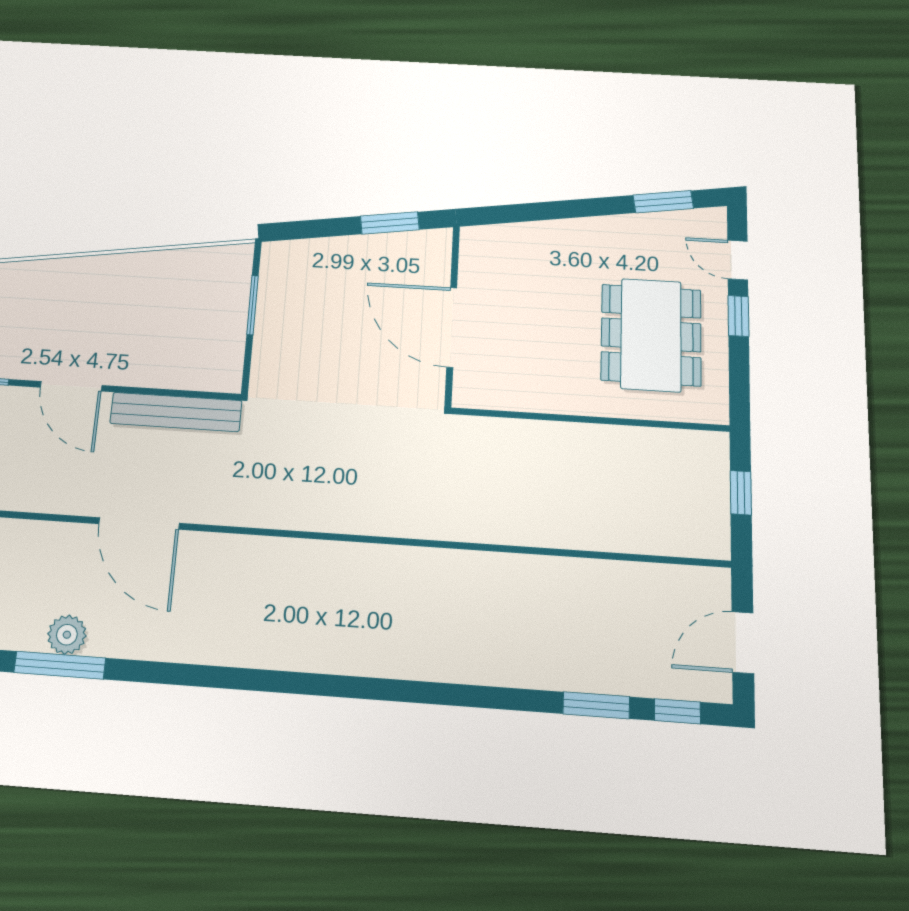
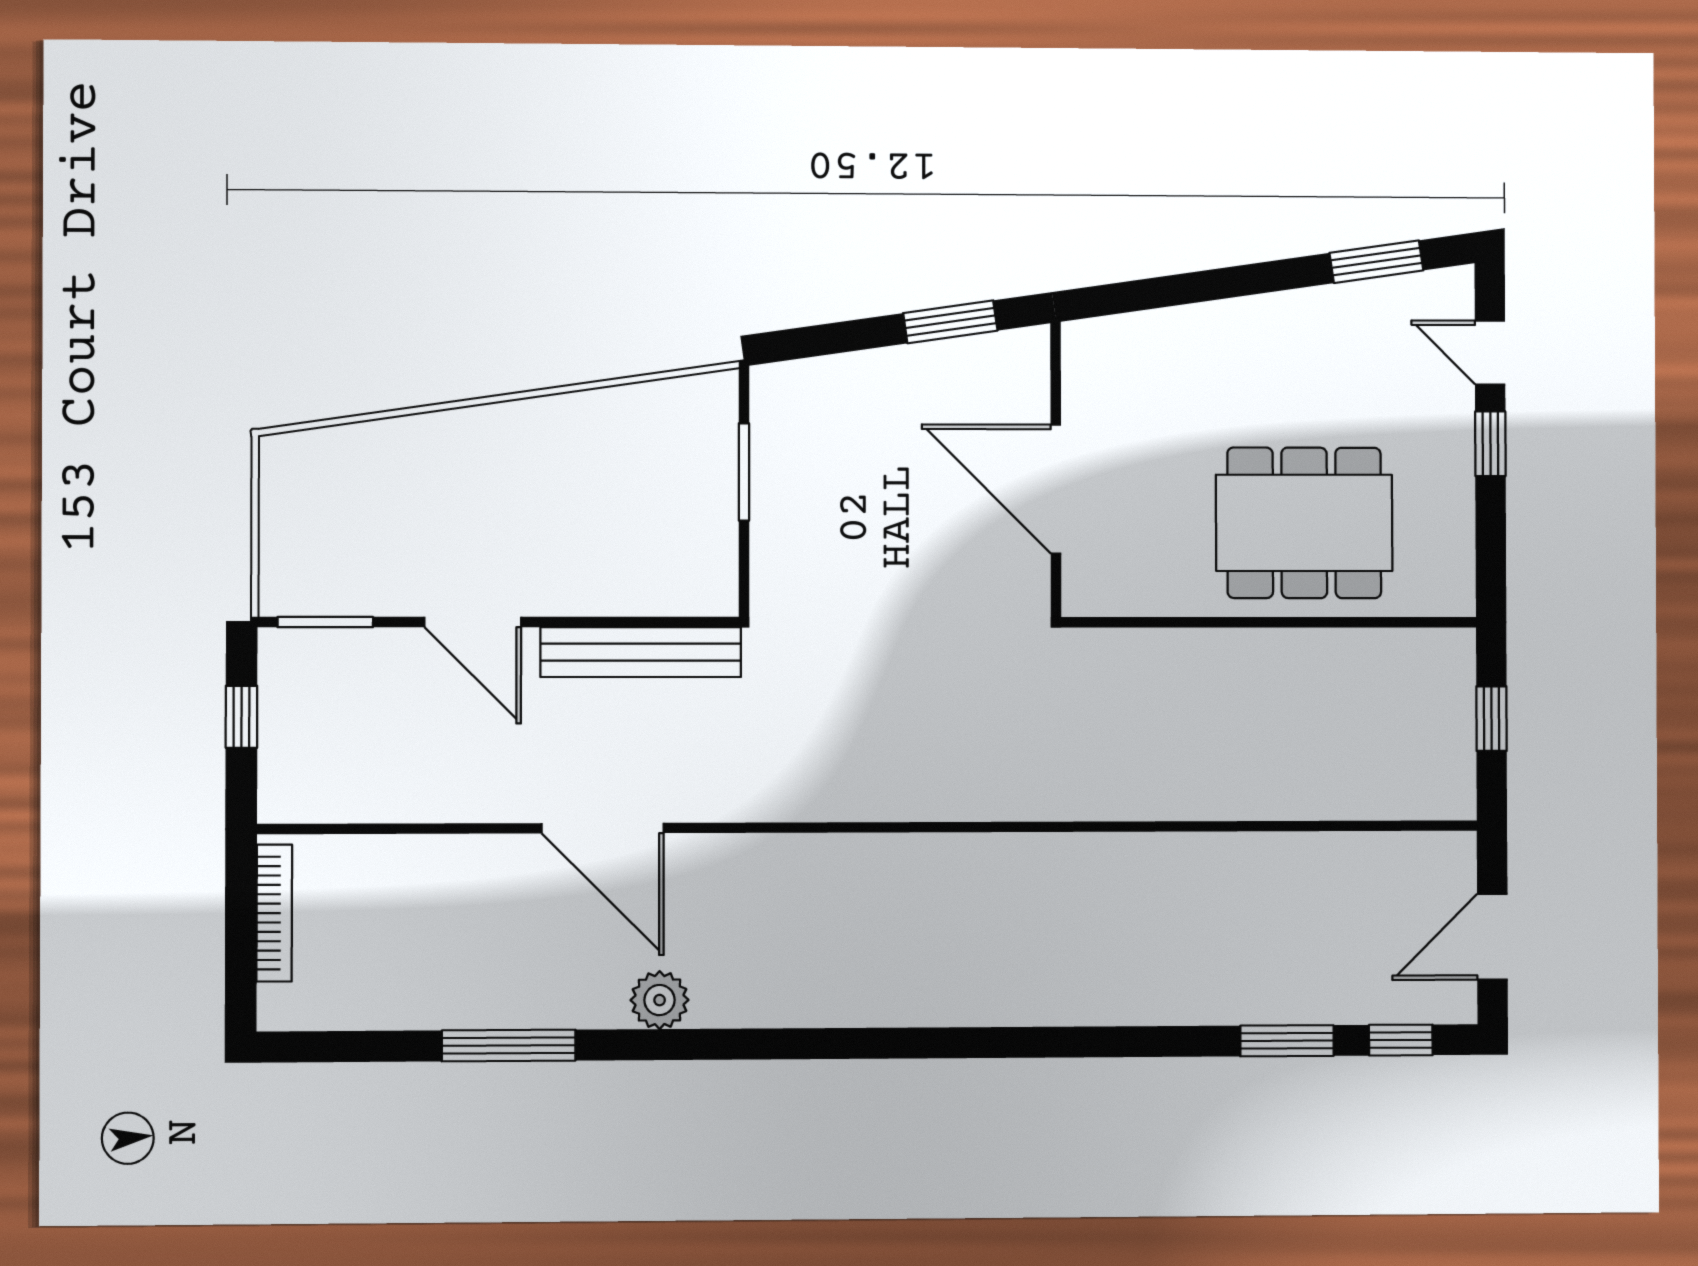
dining table: (651, 335) -> (1304, 523), moved, turned 90
plant: (67, 635) -> (660, 1000), moved

